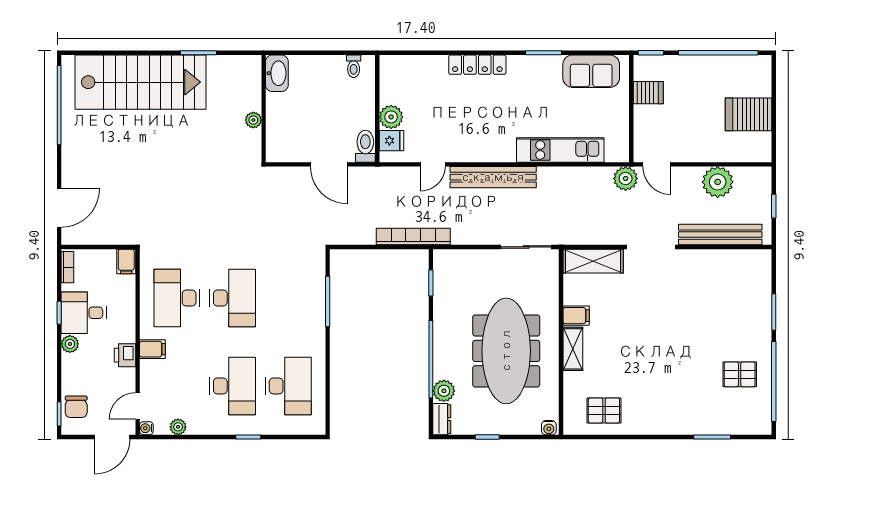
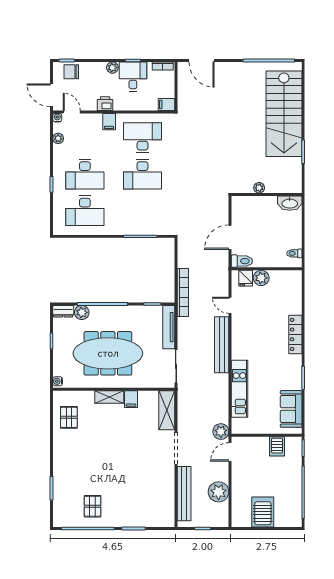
tv unit: (466, 258) -> (169, 327), added

